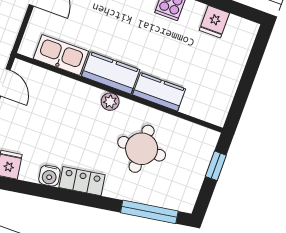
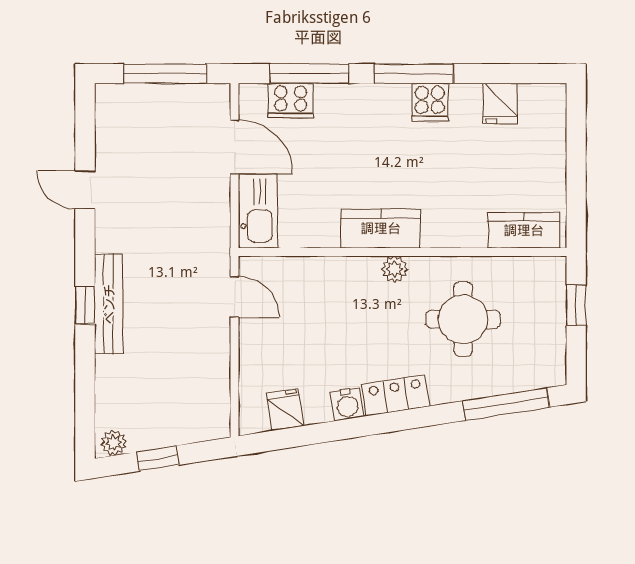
kitchen sink: (61, 55) -> (258, 211), moved, turned 90
kitchen counter: (159, 92) -> (524, 230), moved

